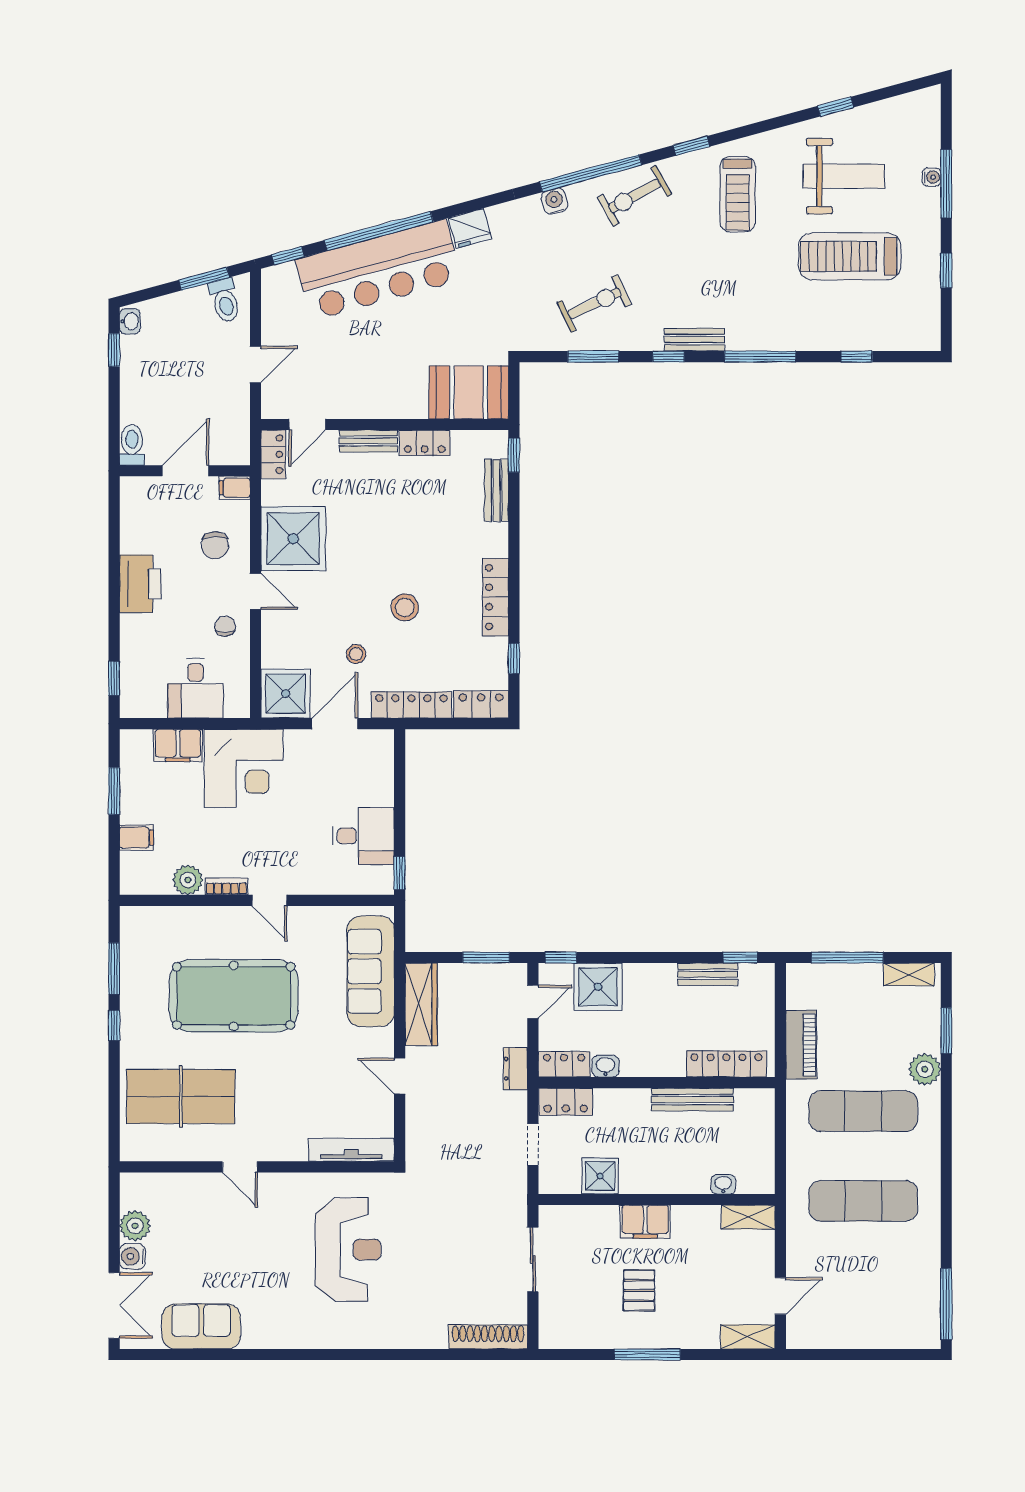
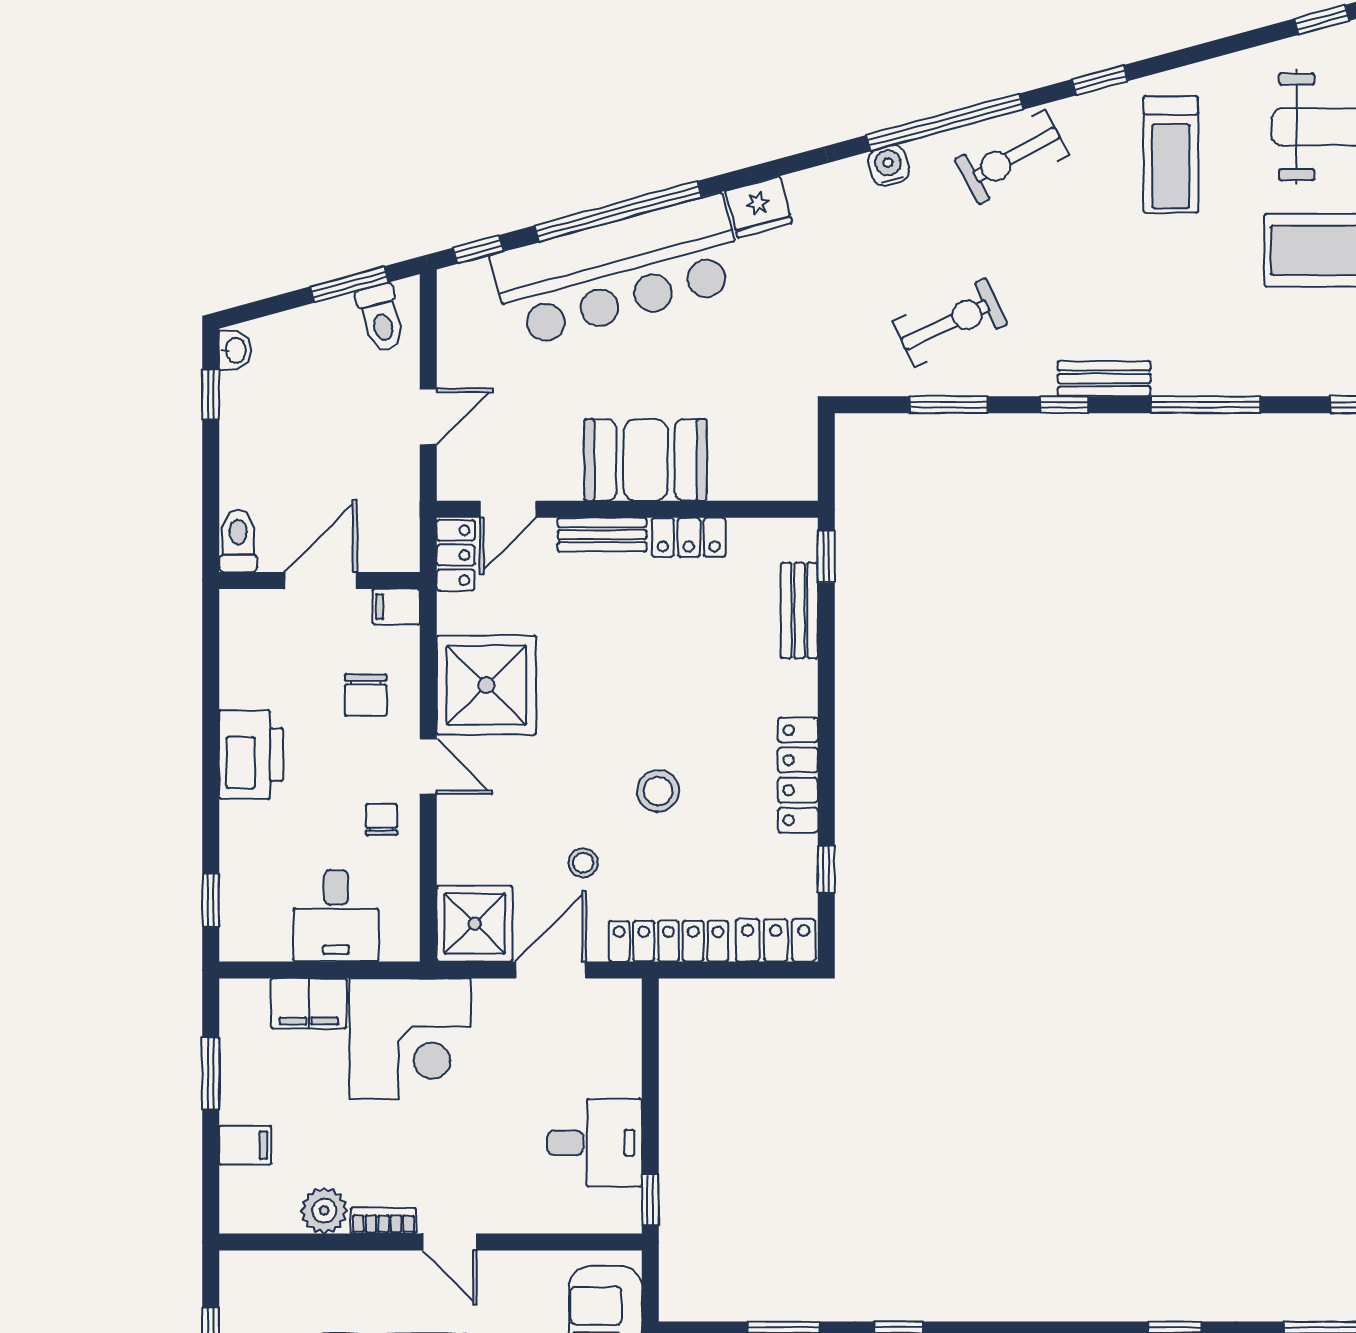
booth: (469, 392) -> (645, 460), moved

